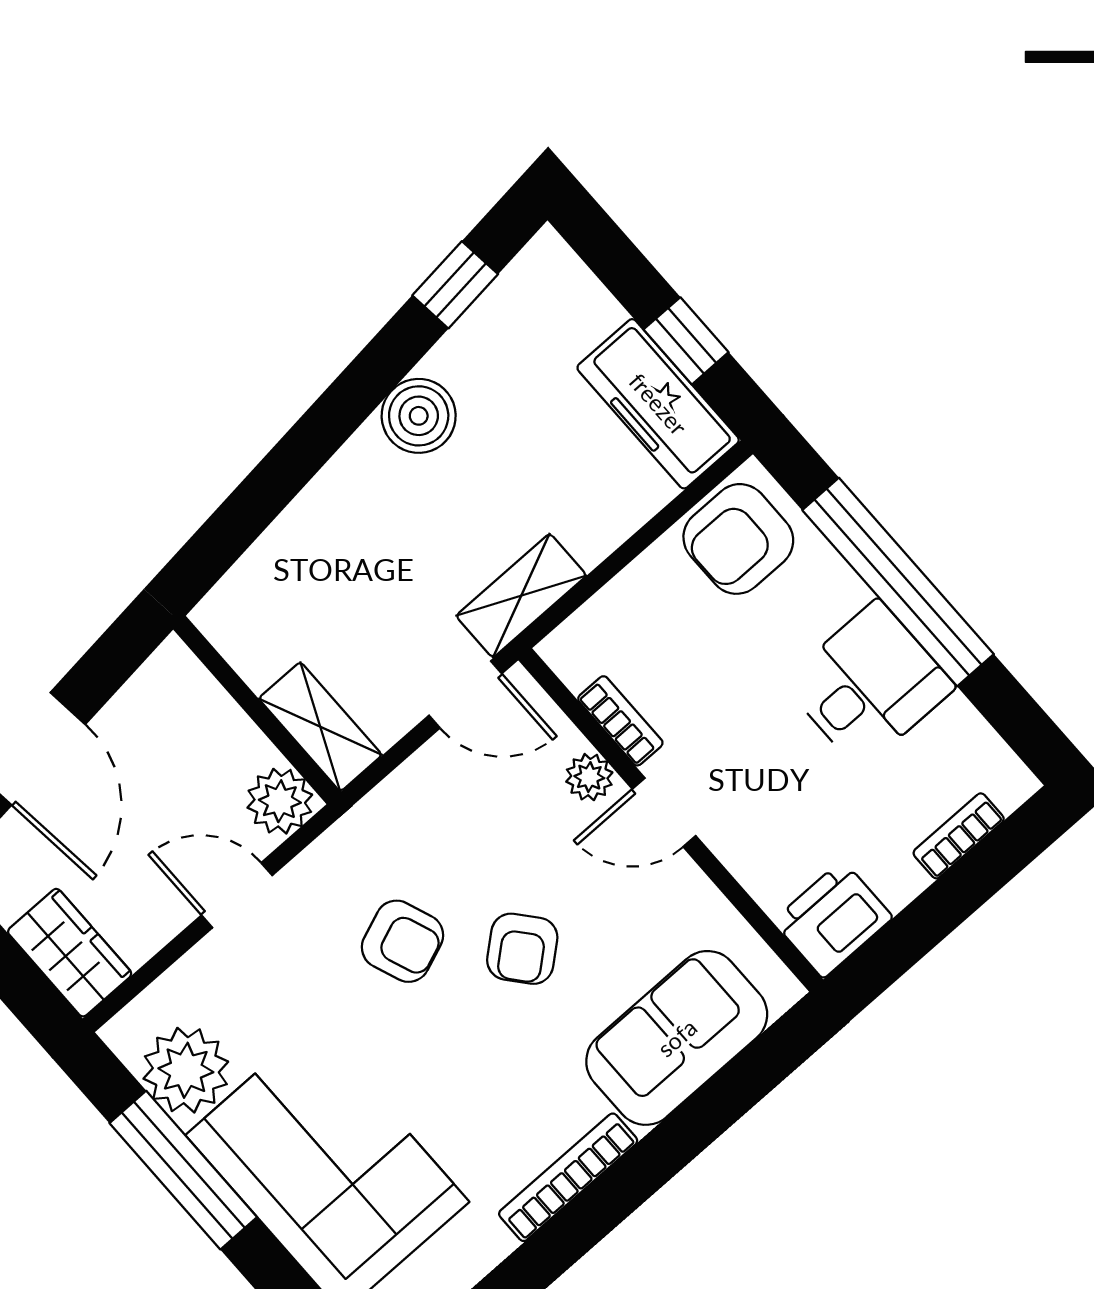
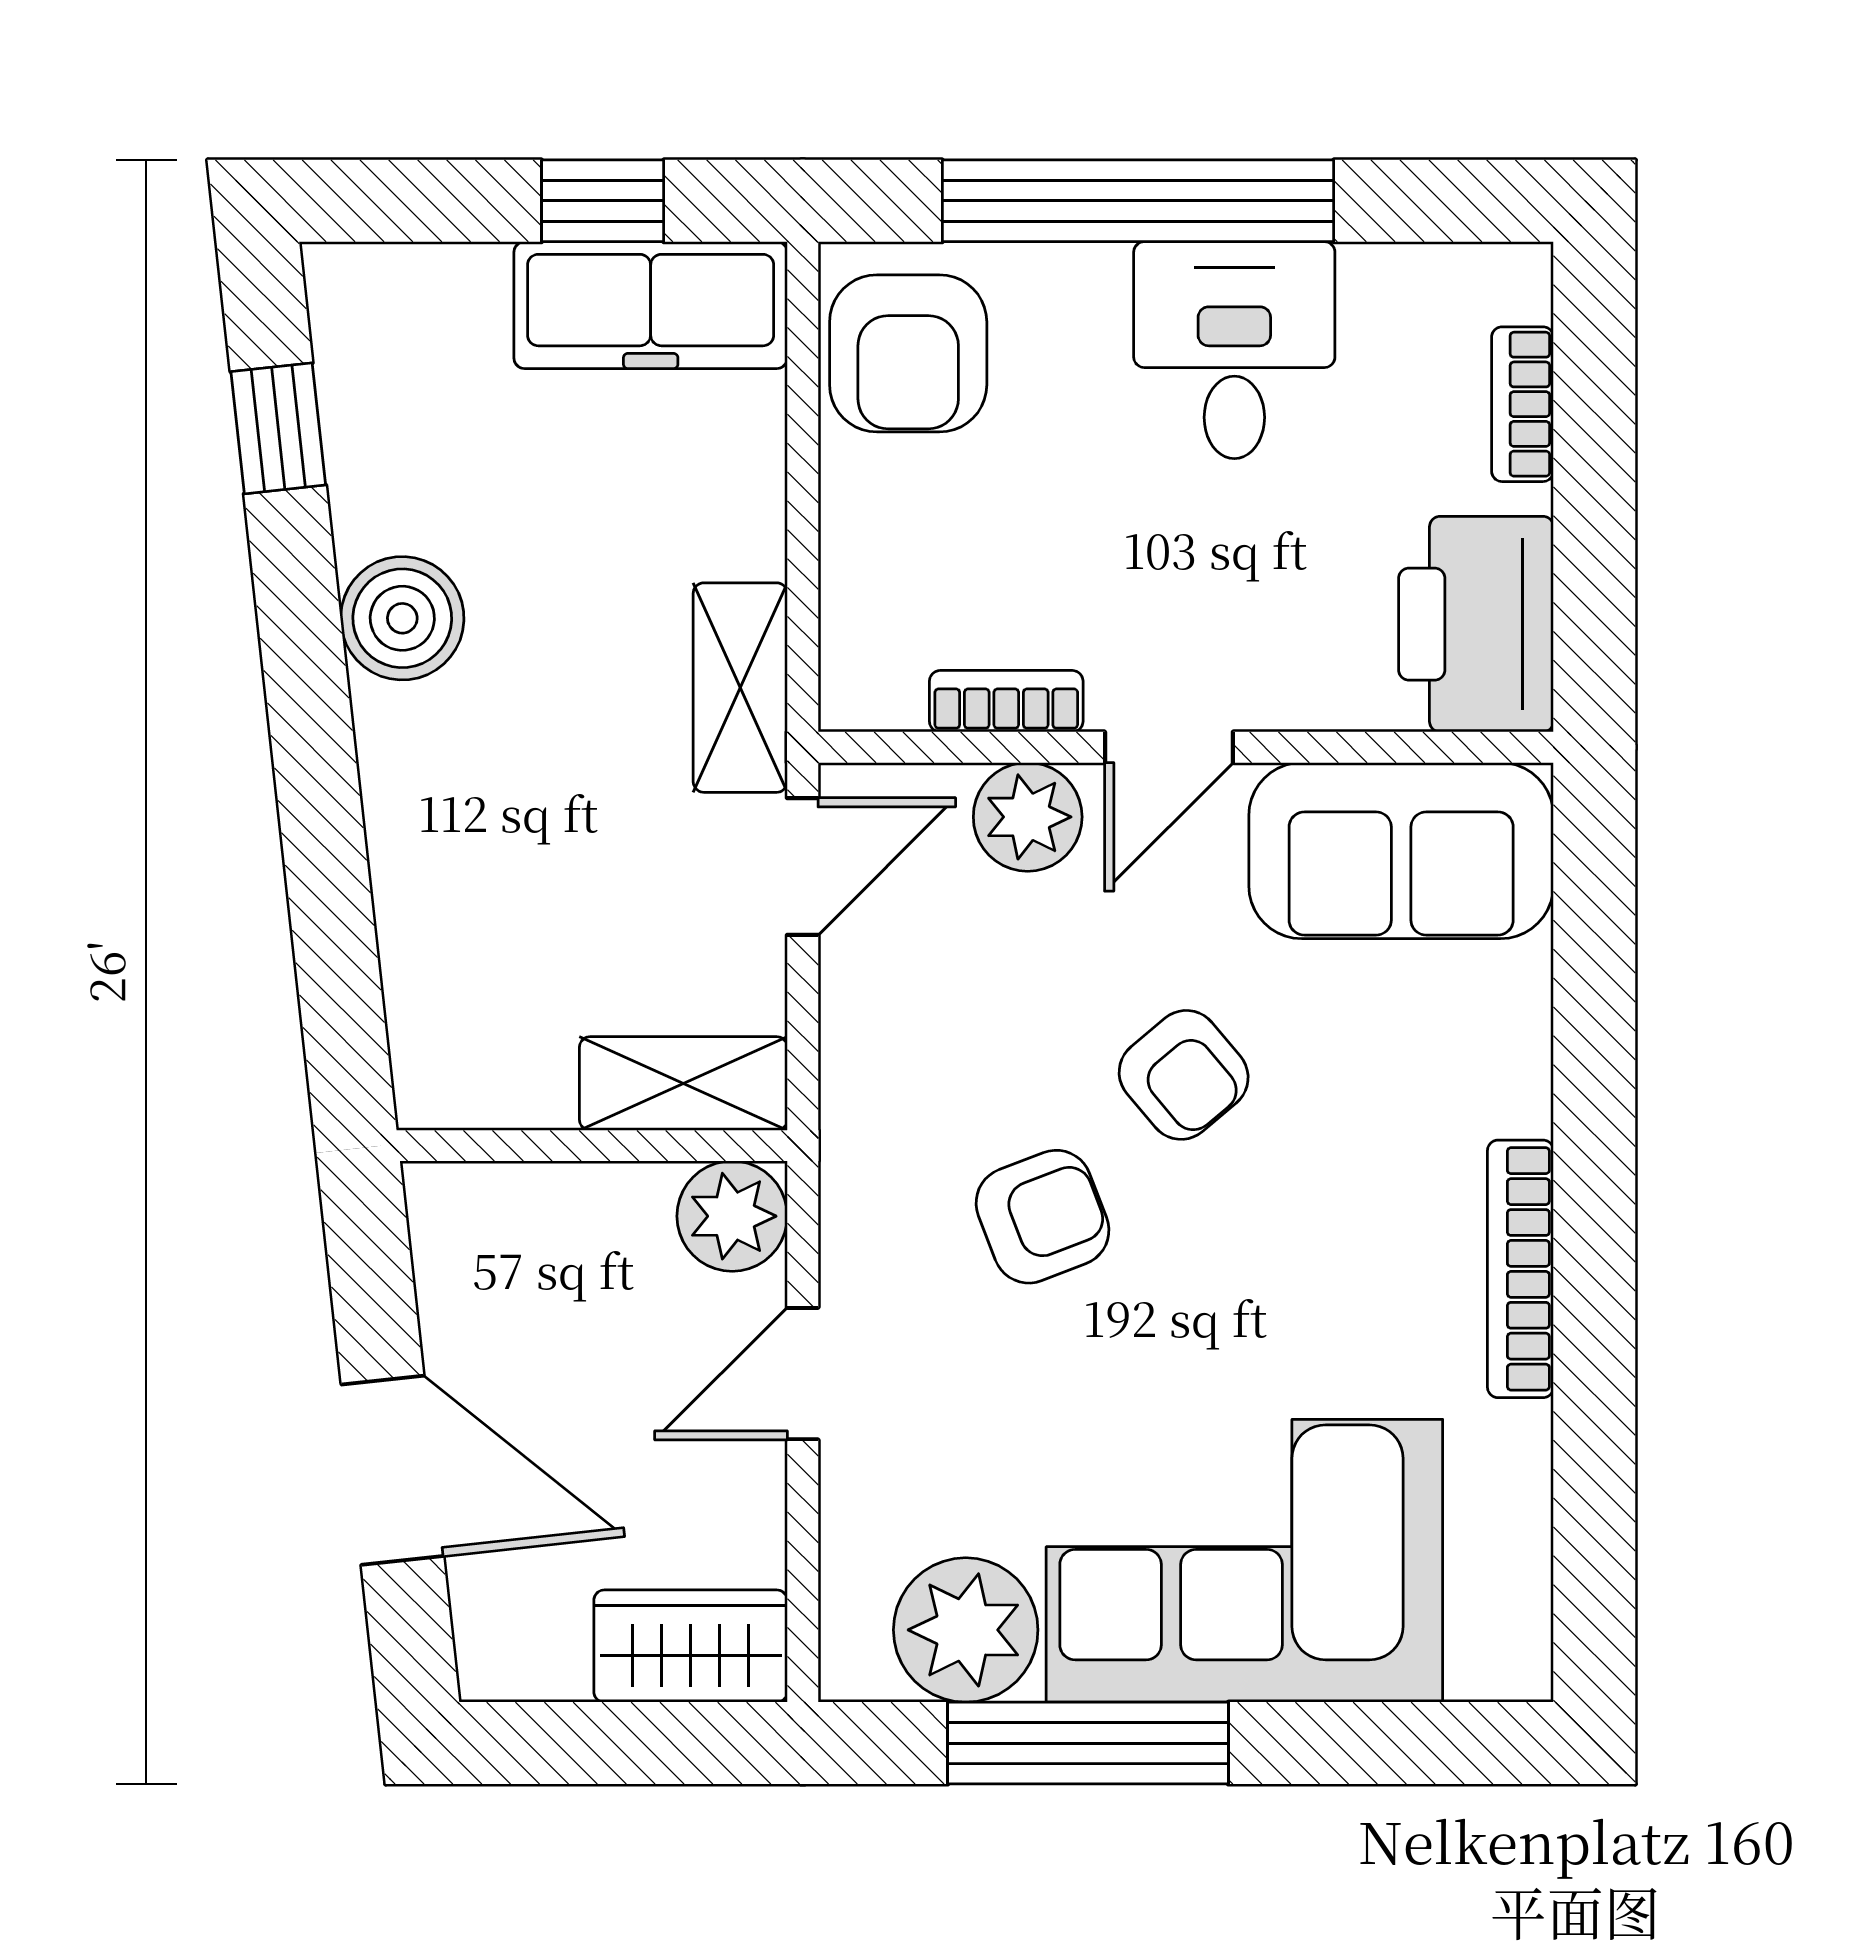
plant: (589, 777) -> (1028, 817), width x1.38, depth x1.38
printer: (833, 919) -> (1476, 624), width x1.37, depth x1.19
sofa: (677, 1038) -> (1401, 851), moved, turned -90

